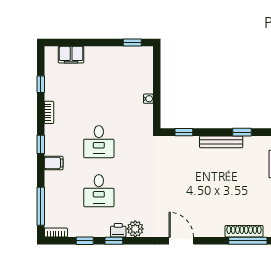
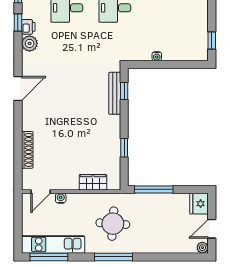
bench: (221, 142) -> (115, 93), moved
window: (248, 241) -> (18, 154), removed

